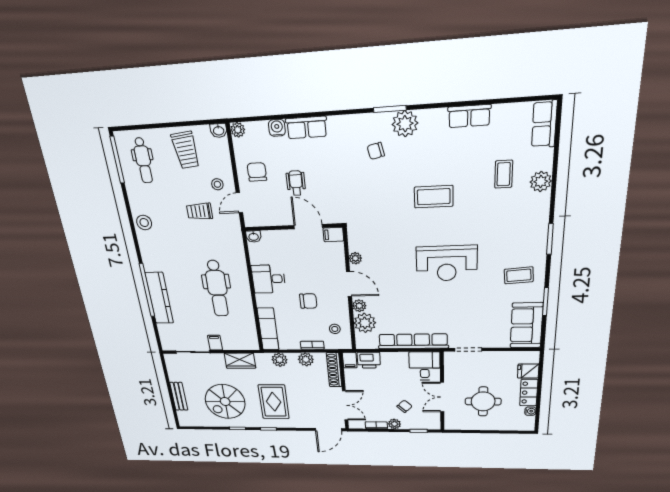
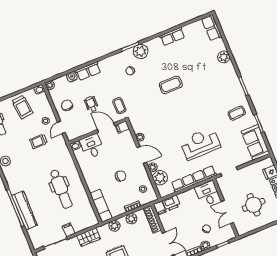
coffee table: (504, 174) -> (119, 106), moved
reception desk: (447, 263) -> (200, 144), moved, turned 180
desk: (268, 279) -> (92, 146), moved, turned 90

